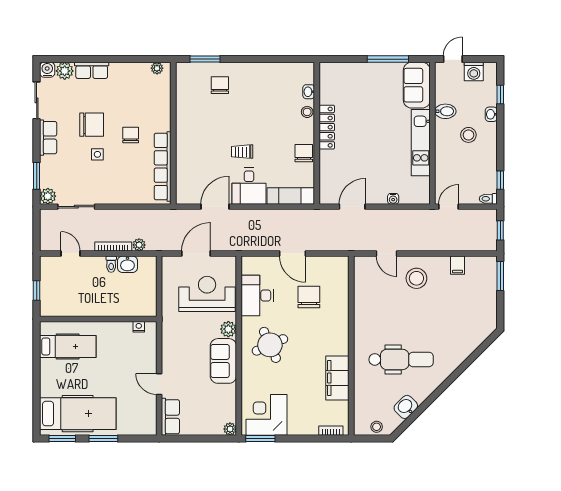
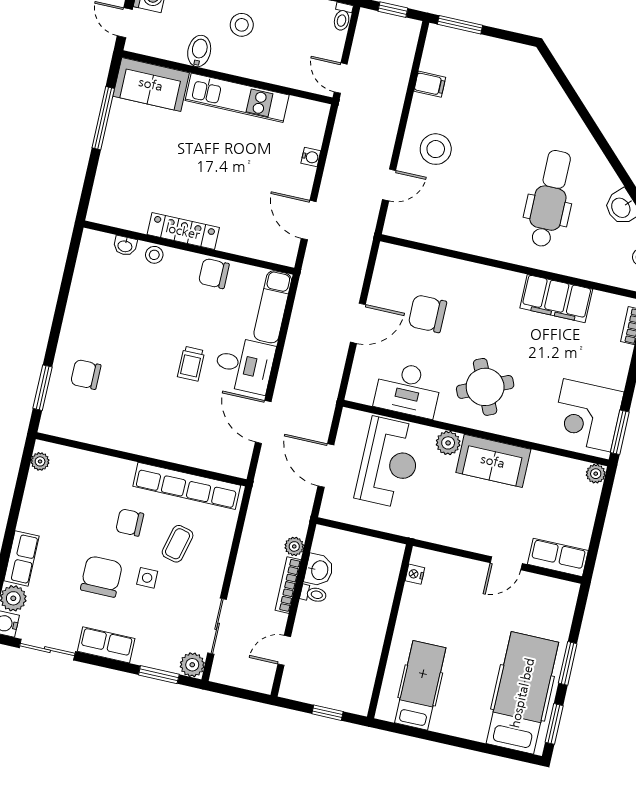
coffee table: (124, 169) -> (178, 544), added
reception desk: (207, 294) -> (389, 463), turned 180

